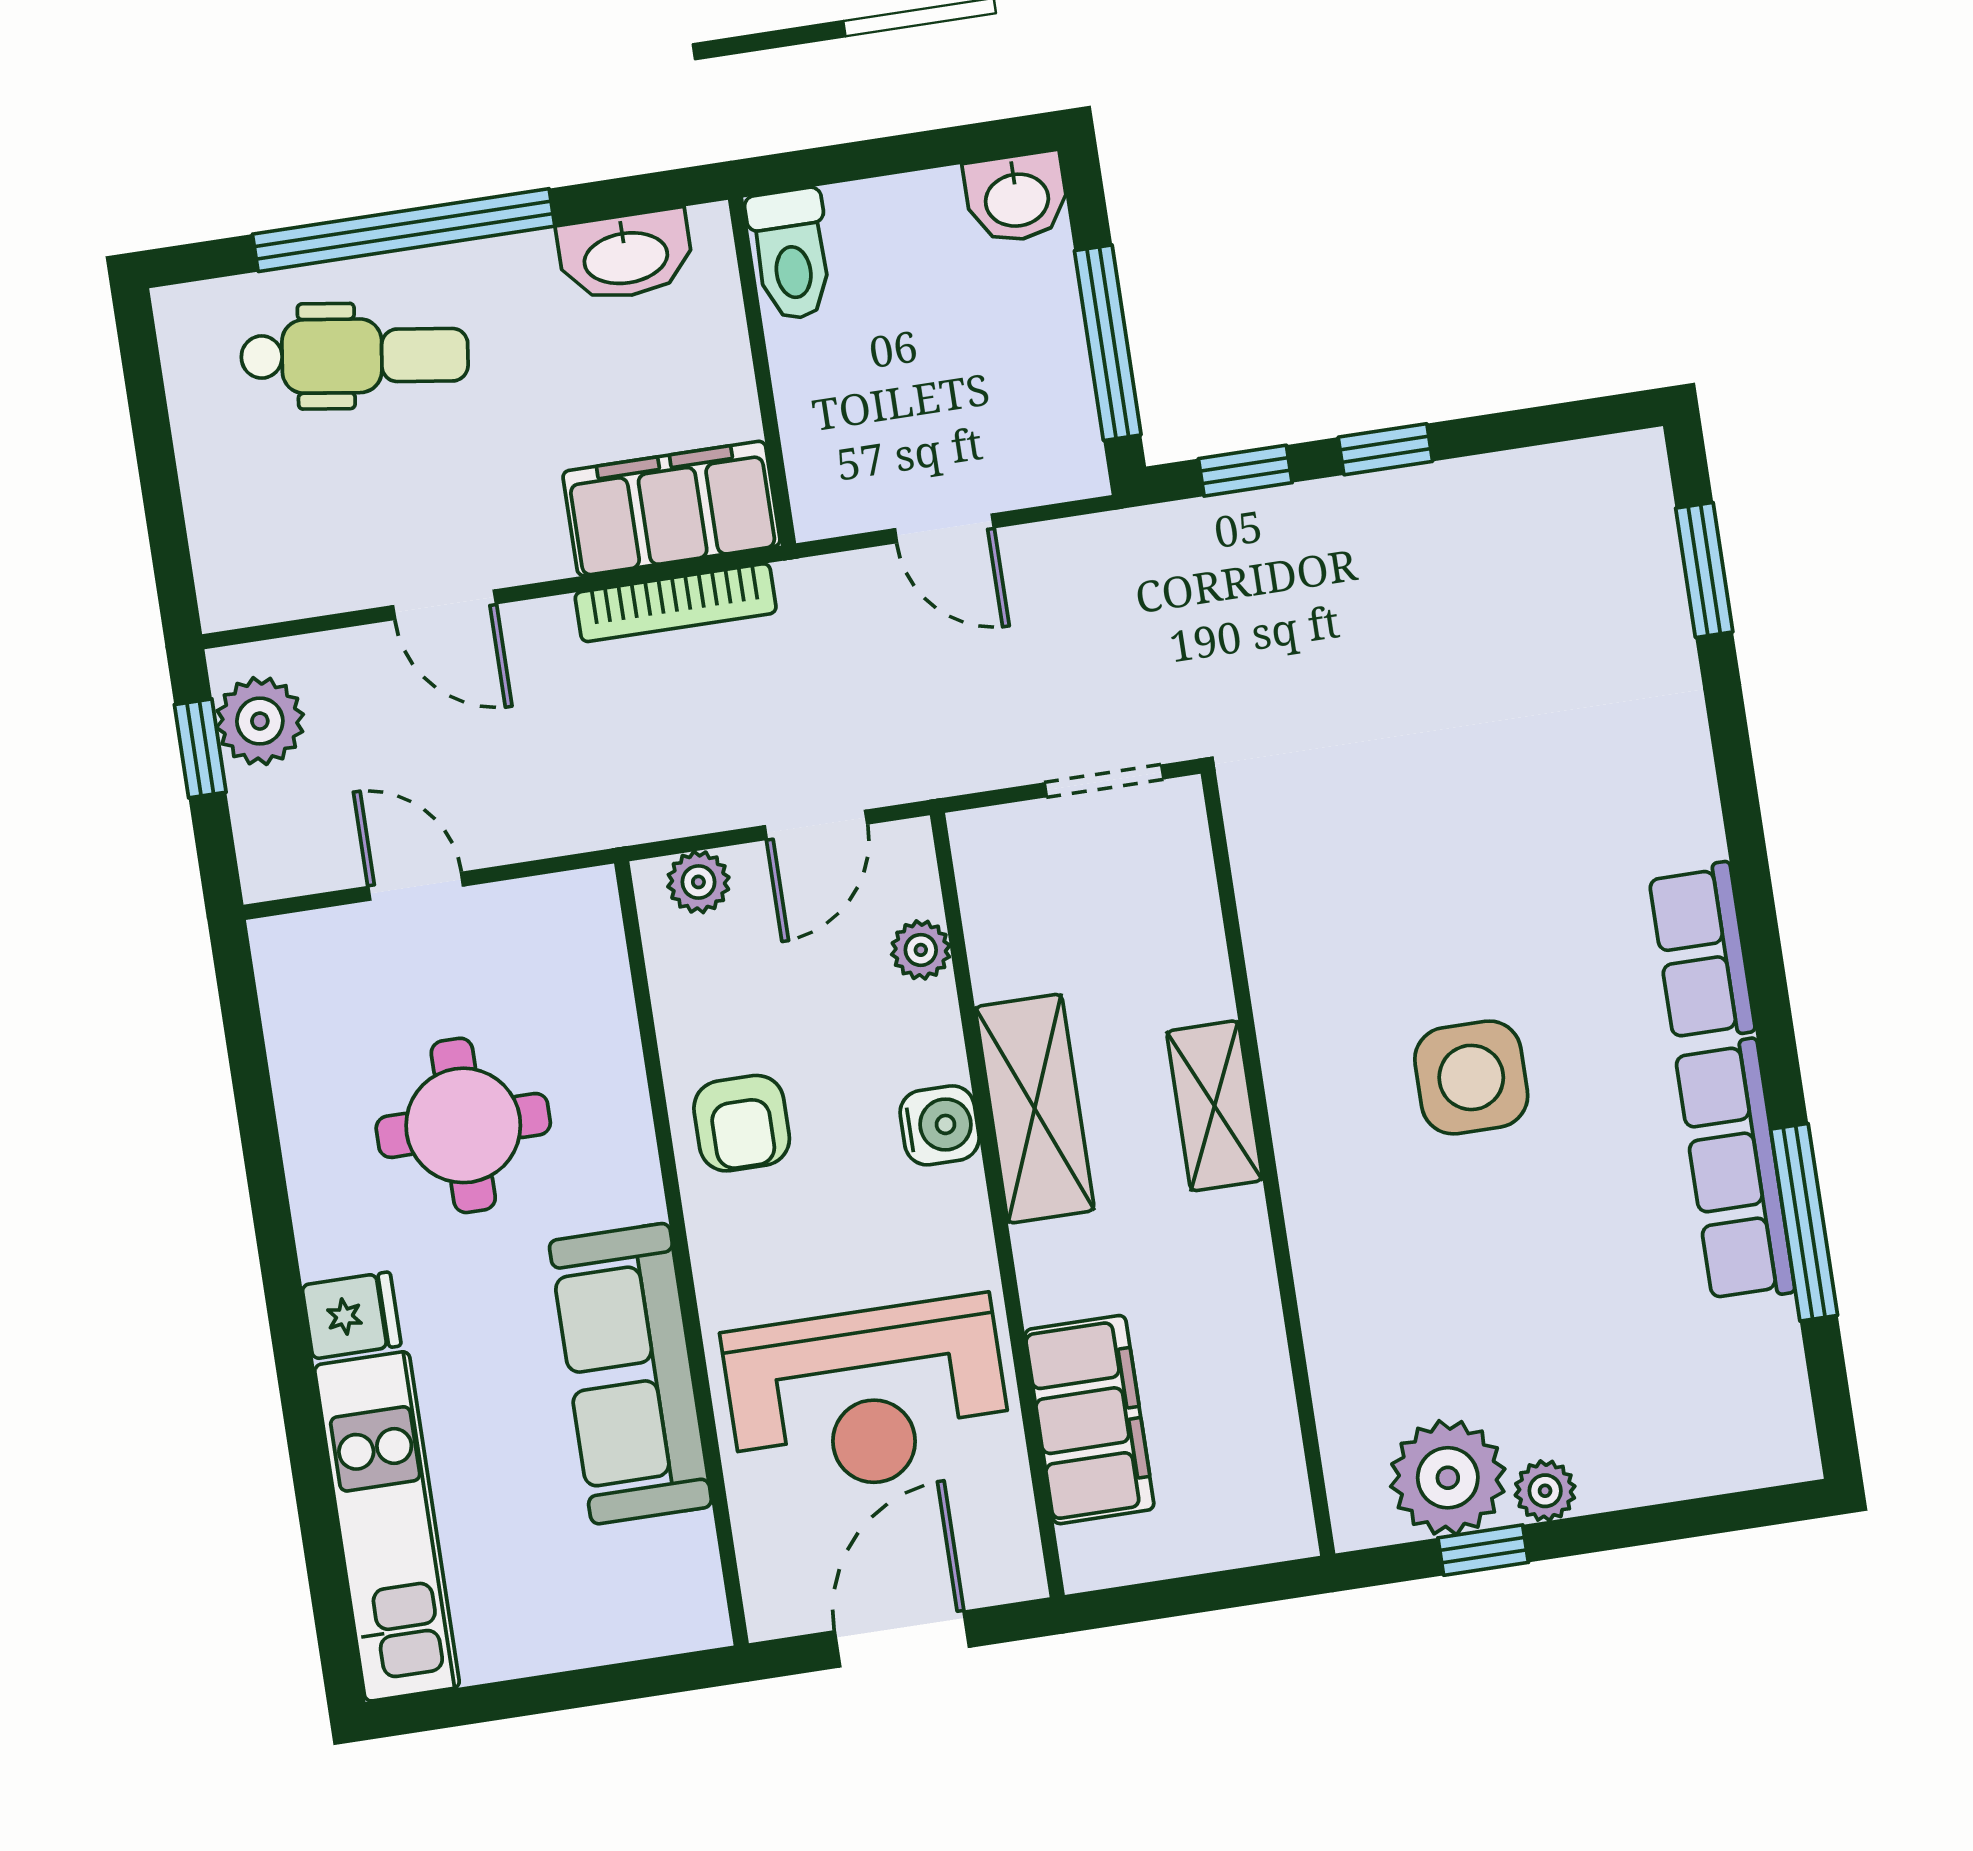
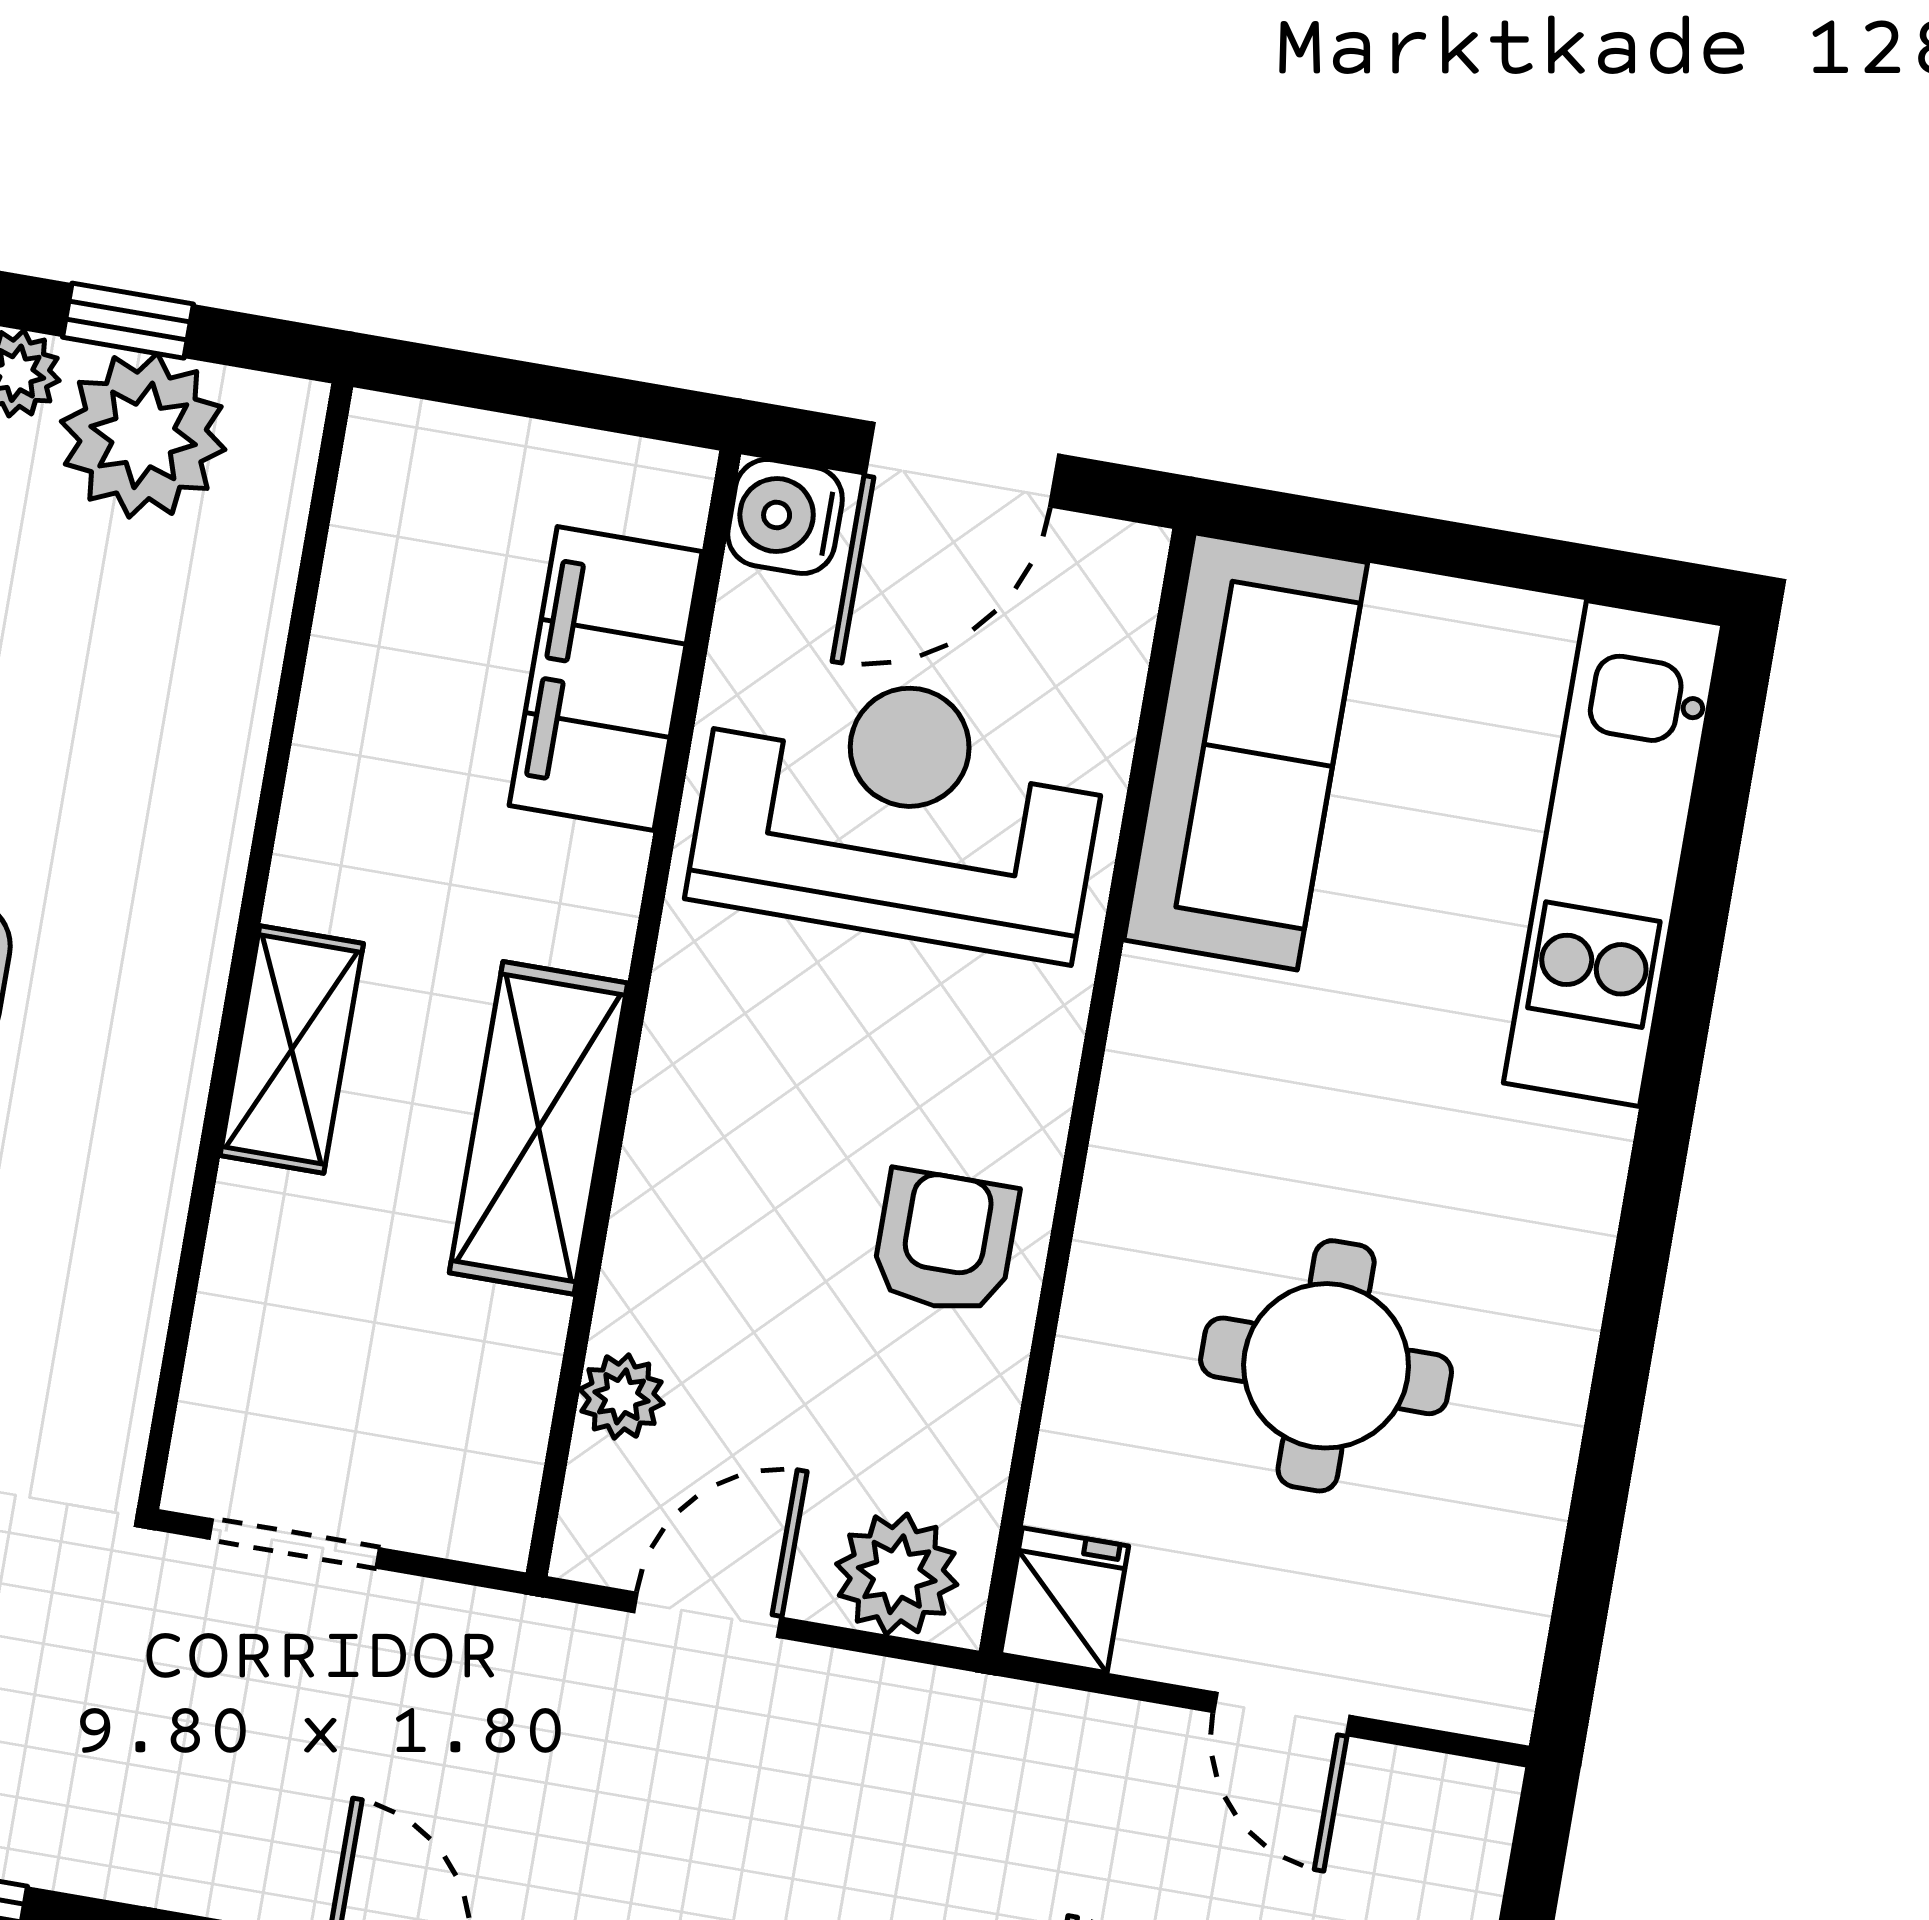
plant: (698, 882) -> (897, 1574), width x1.38, depth x1.38
water cooler: (940, 1125) -> (785, 516), moved
fridge: (351, 1315) -> (1065, 1600), moved, turned 90
sofa: (630, 1374) -> (1246, 751), moved

